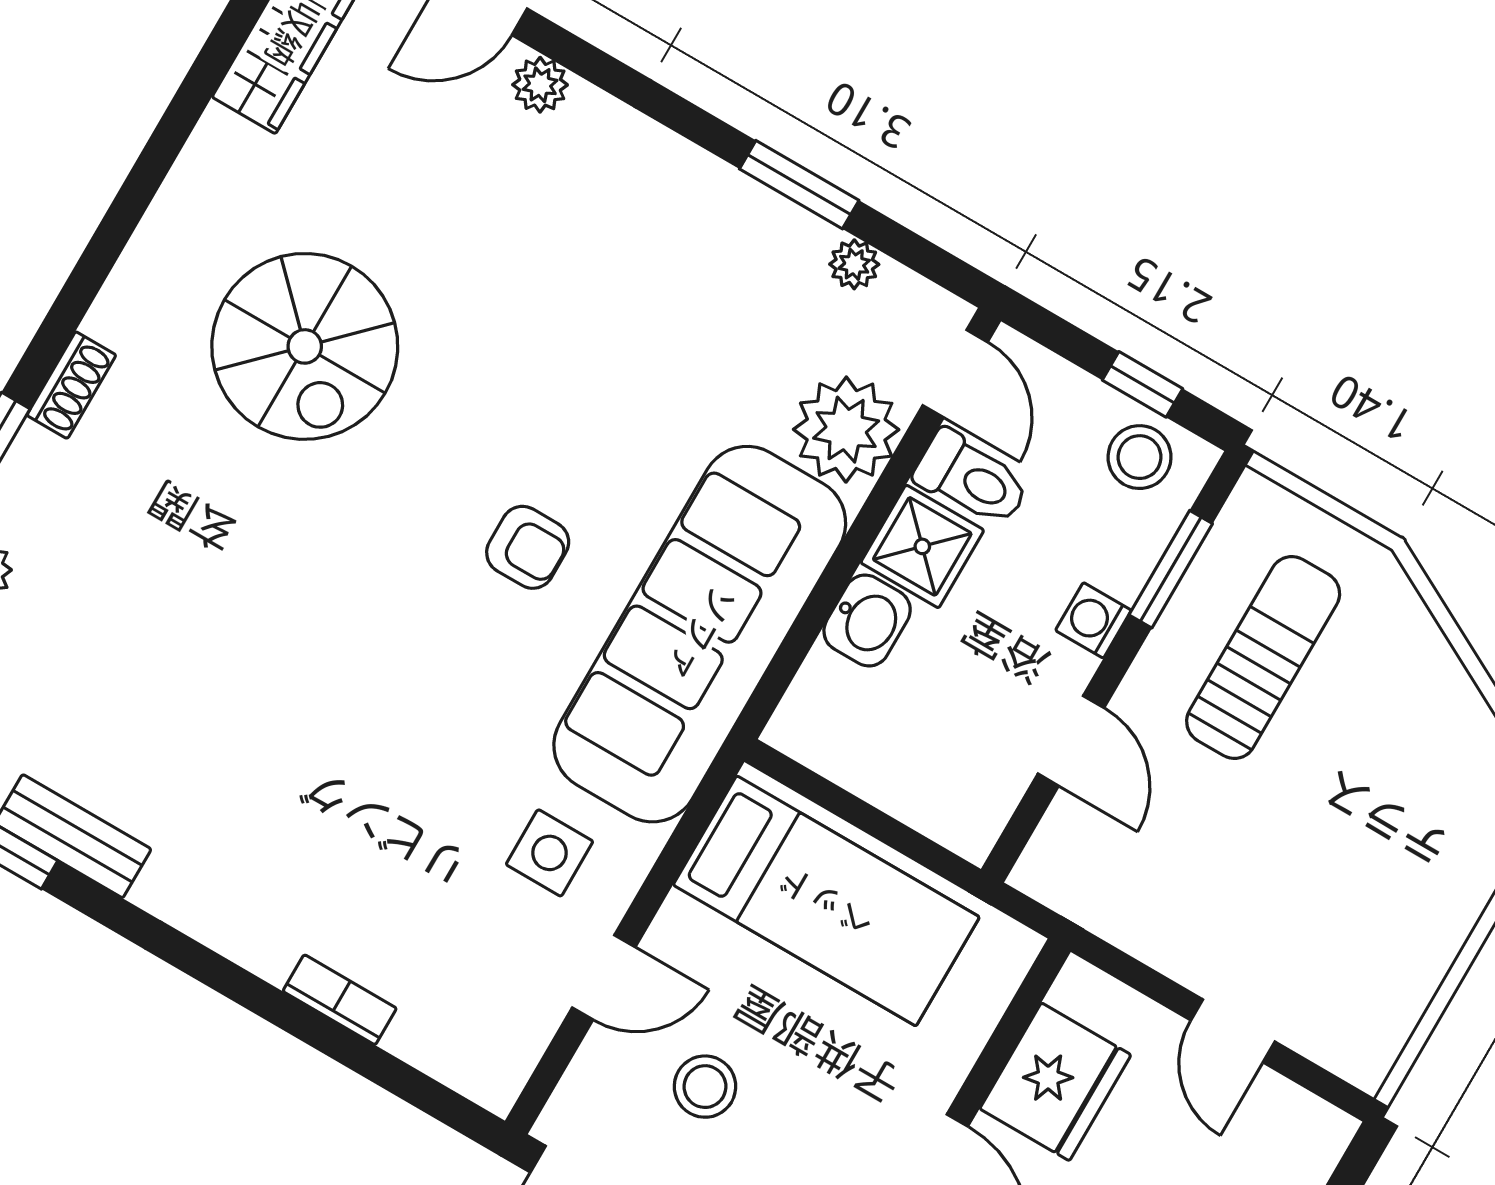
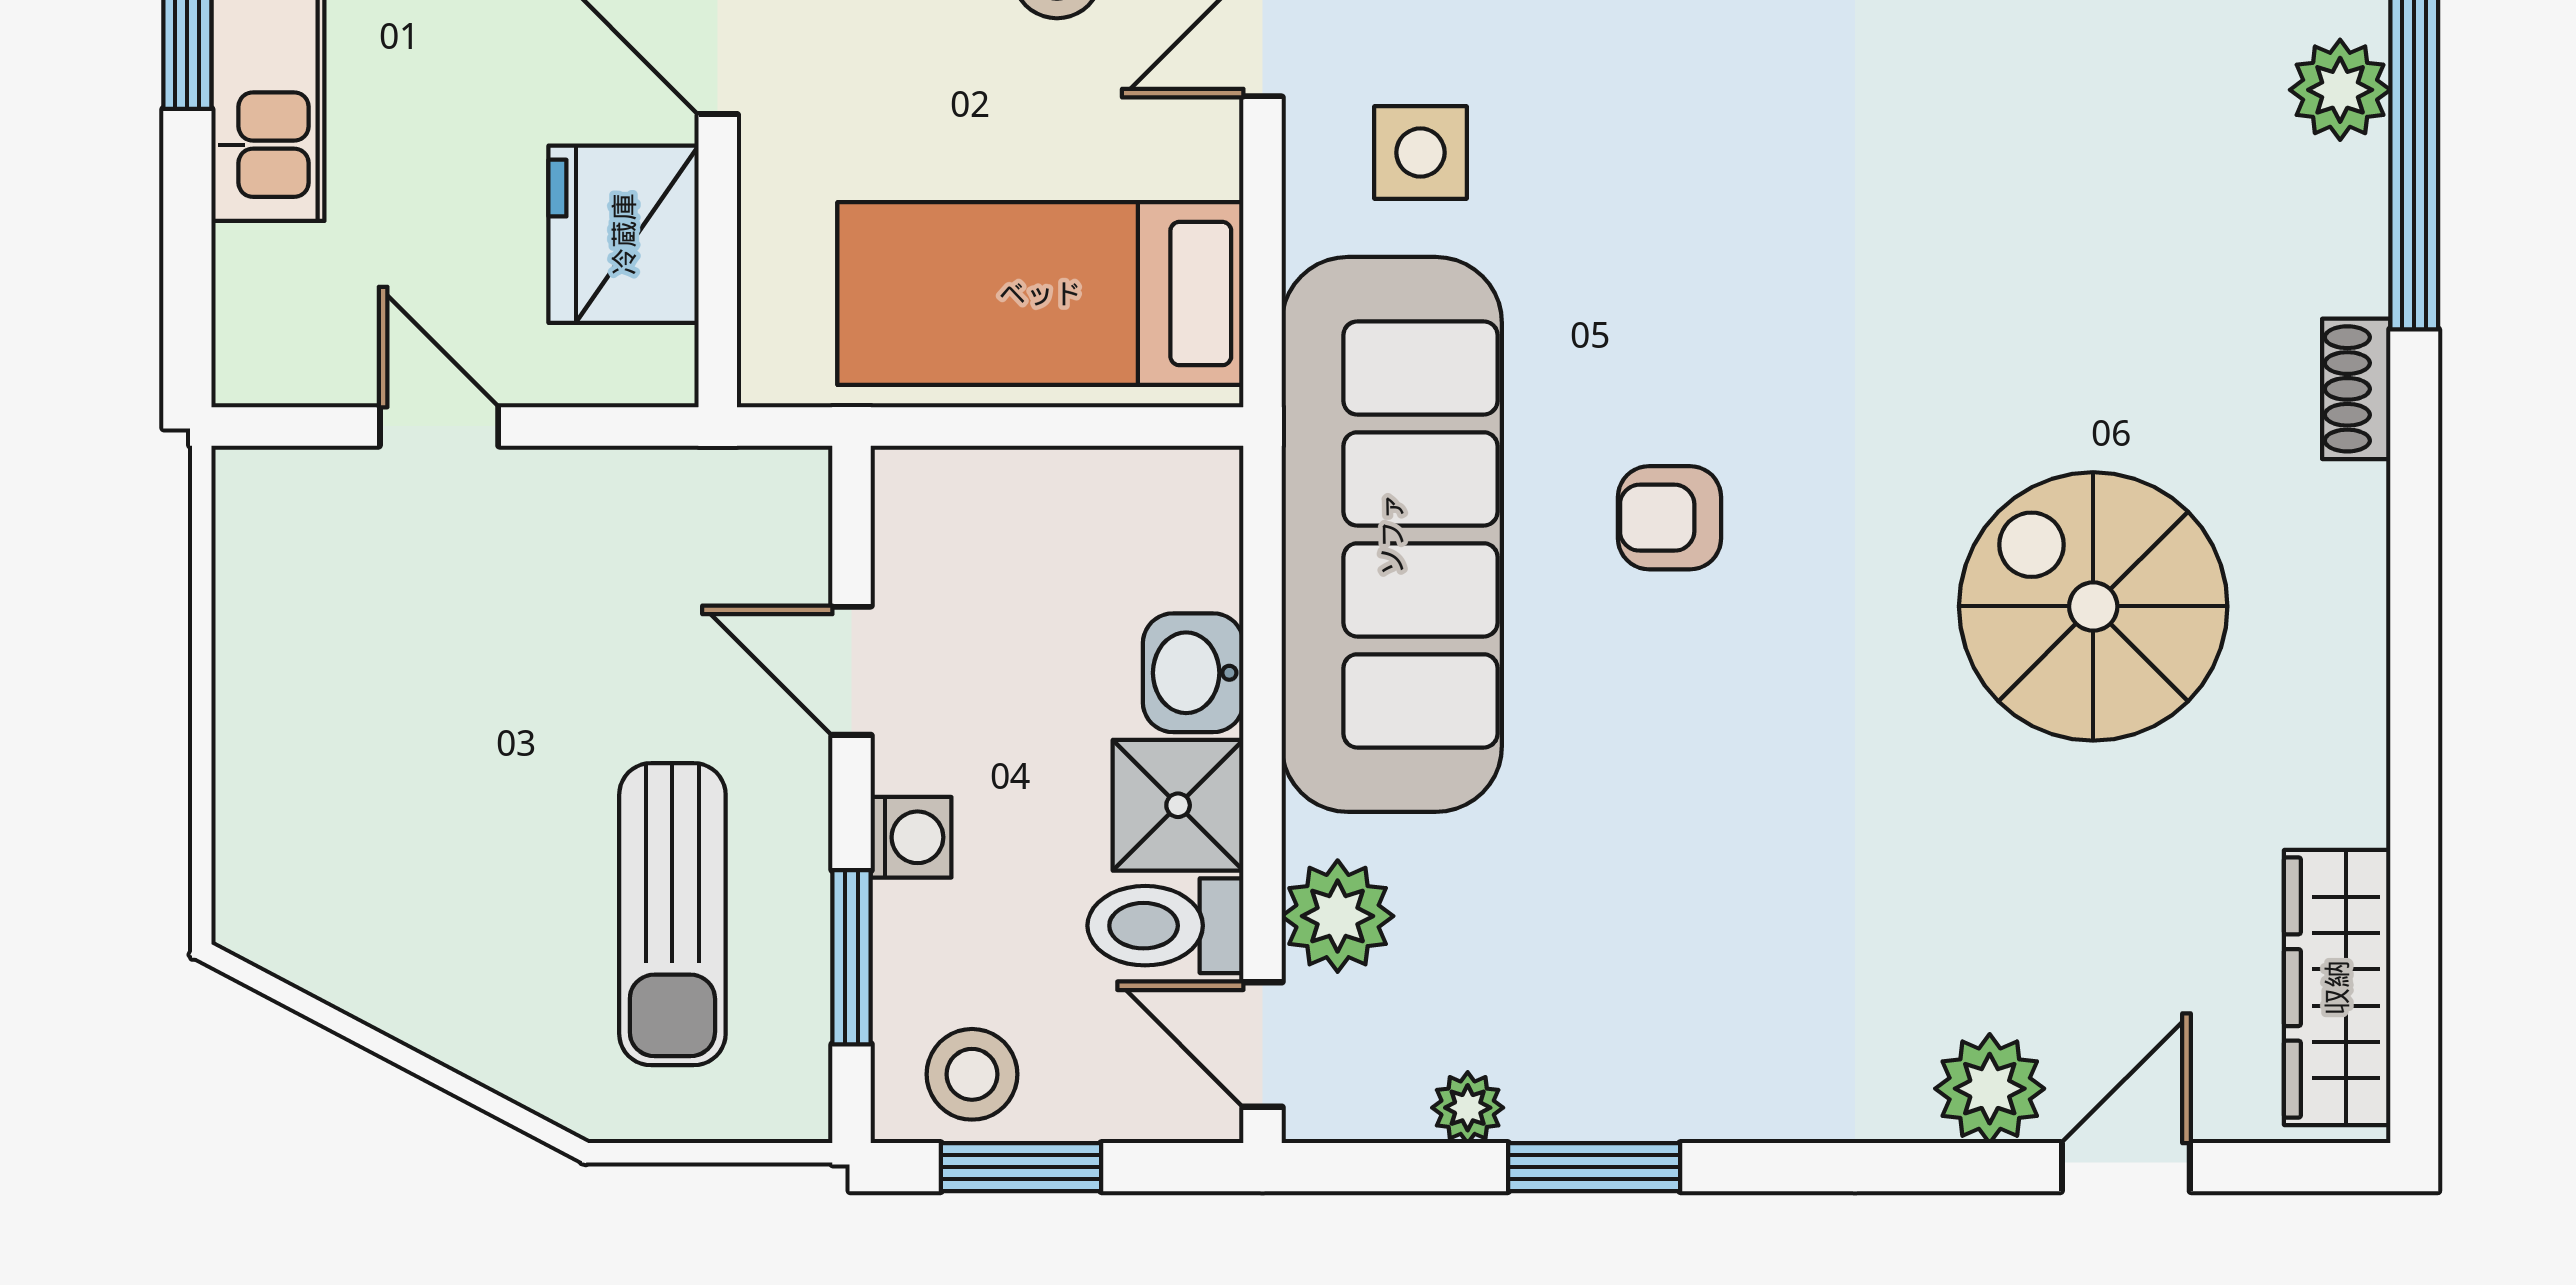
plant: (540, 85) -> (1990, 1089), width x1.38, depth x1.38
window: (1143, 384) -> (1021, 1167), width x1.50
plant: (846, 430) -> (1338, 916), width x0.73, depth x0.73

